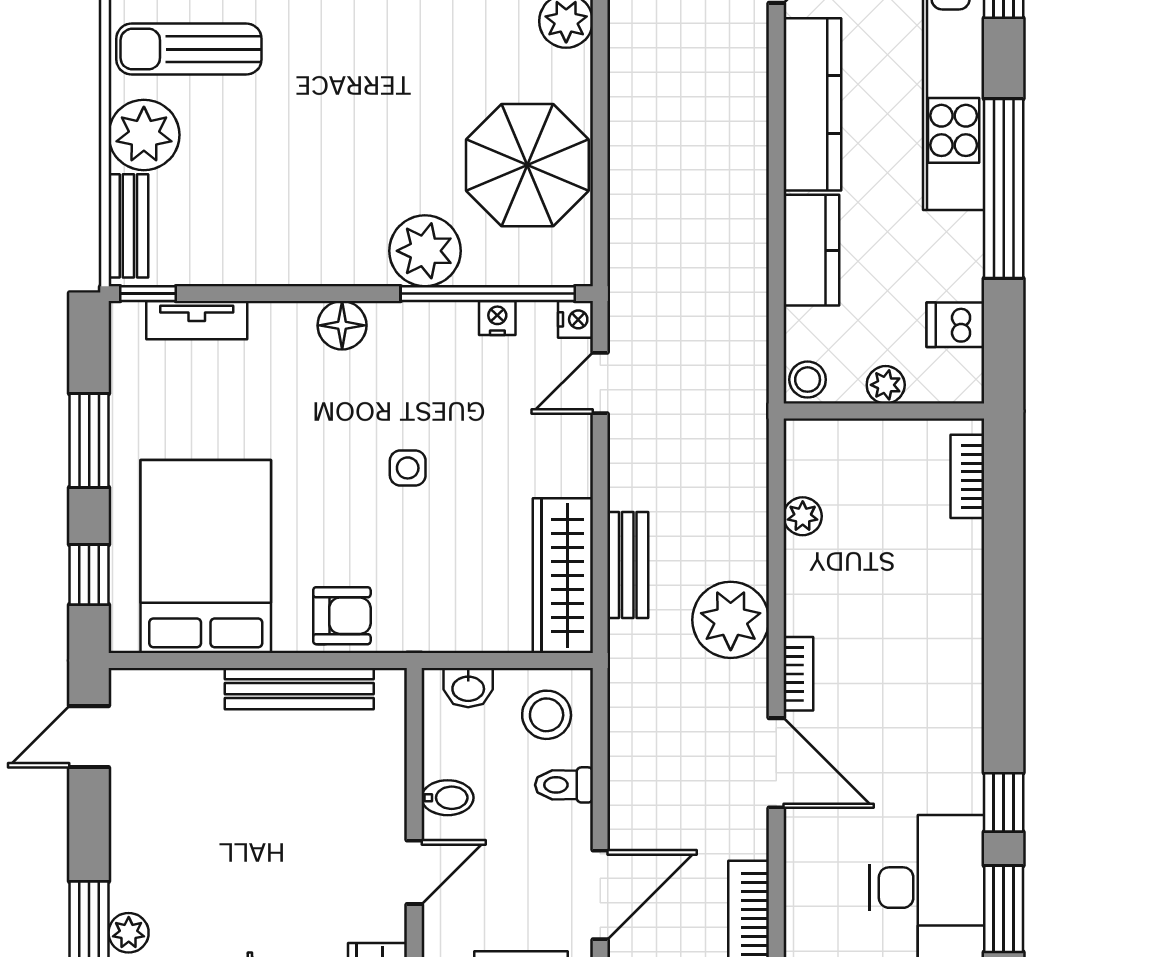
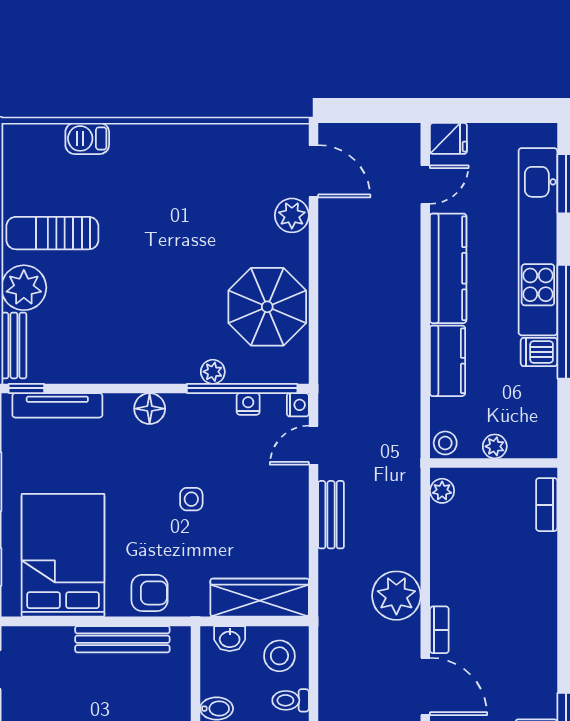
plant: (425, 251) -> (213, 372), width x0.53, depth x0.53
tv unit: (197, 320) -> (57, 405), width x1.41
dishwasher: (955, 325) -> (539, 352), moved
plant: (803, 516) -> (442, 491), moved
bench: (628, 565) -> (331, 515), moved
wardrobe: (563, 576) -> (260, 598), moved, turned 90

